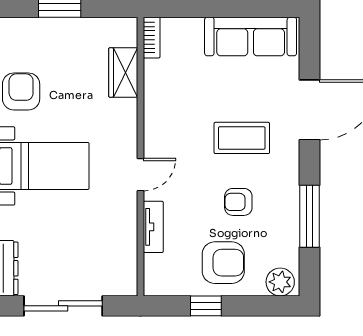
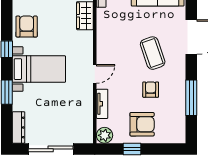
coffee table: (242, 138) -> (153, 53), turned 71
armchair: (238, 202) -> (151, 90), turned 90
plant: (280, 282) -> (104, 135), moved

